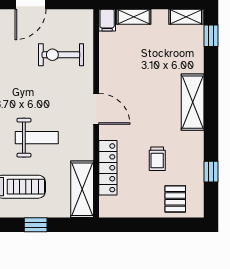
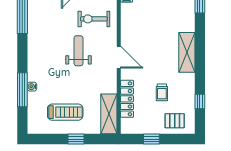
weight bench: (37, 138) -> (78, 51), moved, turned -90
pallet: (175, 199) -> (175, 121), turned 90
window: (142, 225) -> (151, 139), added

